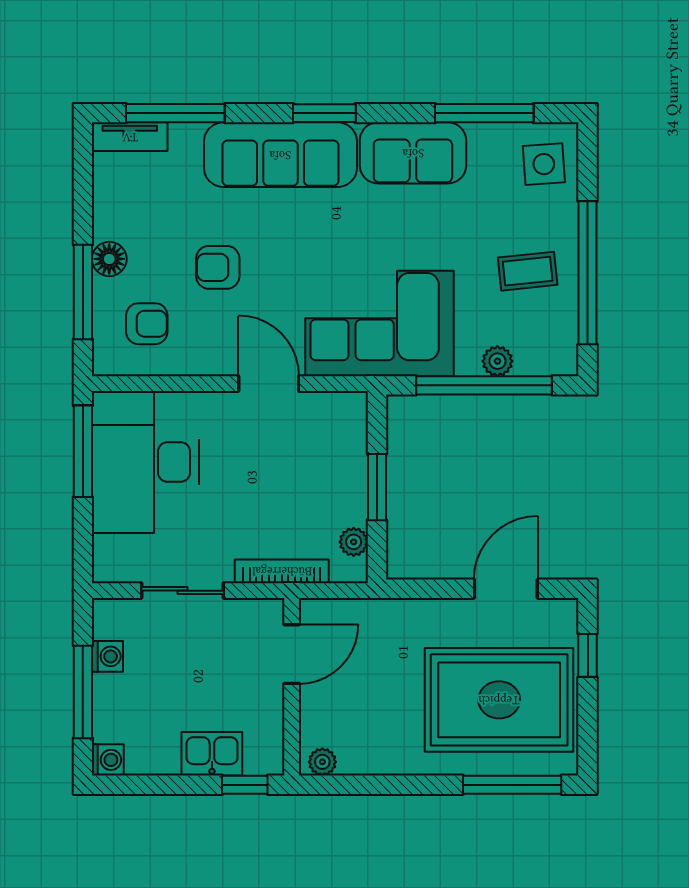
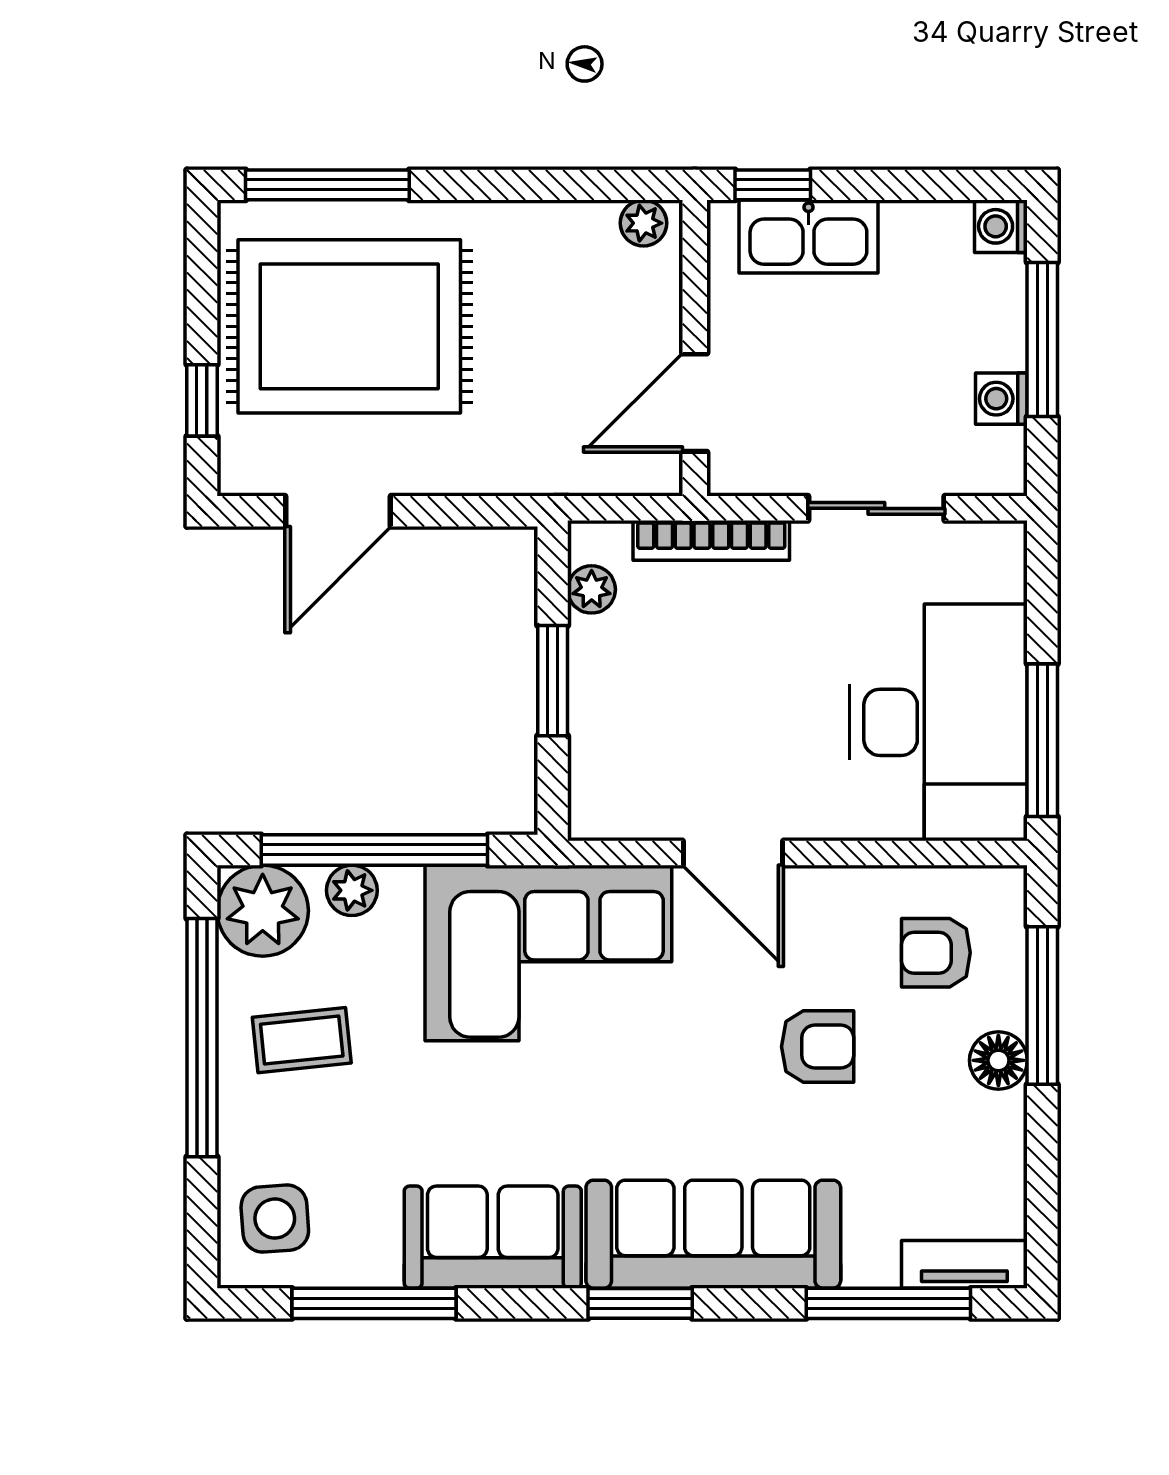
plant: (551, 349) -> (263, 911), added
kitchen sink: (212, 754) -> (808, 237), width x1.38

